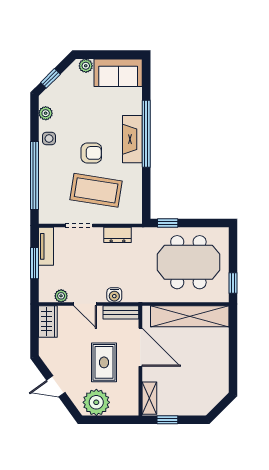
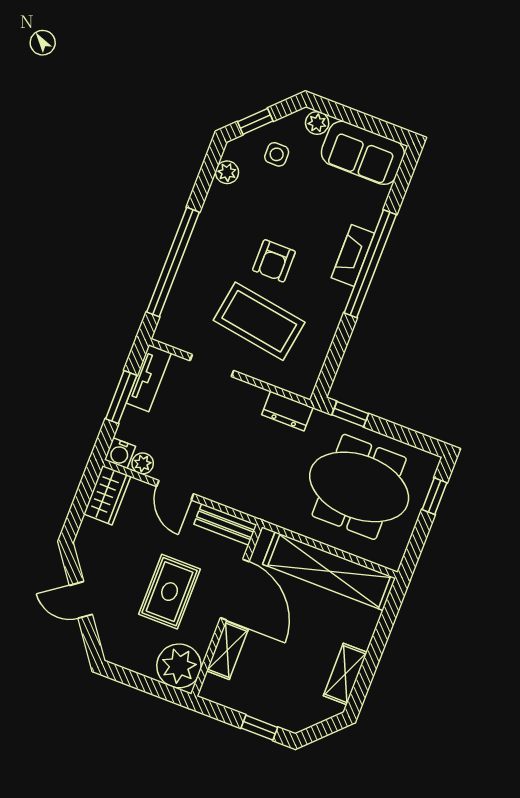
side table: (49, 139) -> (277, 154), moved
fireplace: (132, 139) -> (353, 255), width x0.73, depth x0.76
armchair: (91, 153) -> (274, 261), turned 90
dresser: (117, 235) -> (287, 411), moved
window: (233, 283) -> (434, 496), moved
water cooler: (114, 295) -> (120, 453), moved
shelving: (221, 371) -> (345, 674), added
shelving: (149, 398) -> (227, 650), moved
plant: (96, 402) -> (179, 666), moved
window: (167, 420) -> (259, 728), moved

